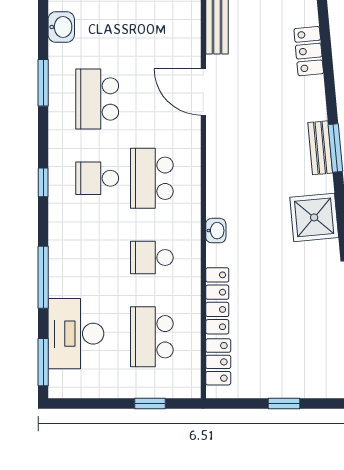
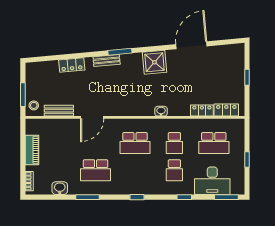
bench: (320, 148) -> (107, 60), moved
school desk: (97, 178) -> (174, 170), moved
window: (43, 277) -> (184, 197), width x0.46
locker: (217, 301) -> (202, 110), width x0.66
window: (150, 403) -> (247, 159), moved

